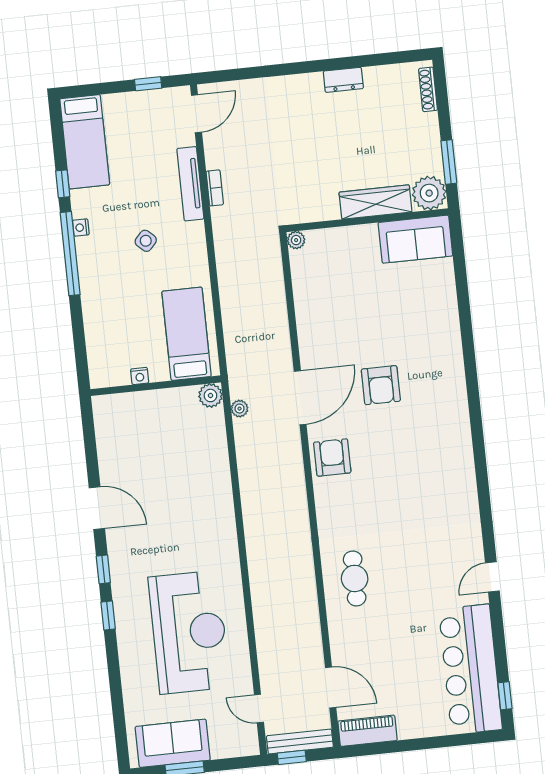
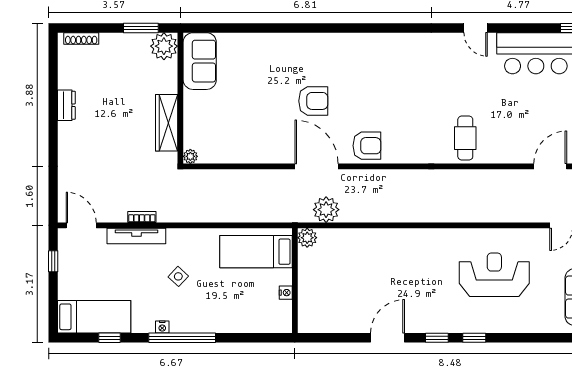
window: (63, 184) -> (109, 338), moved
wardrobe: (376, 202) -> (167, 123), moved
plant: (240, 409) -> (326, 210), width x1.87, depth x1.87
armchair: (332, 457) -> (367, 146), turned 180
cafe table: (355, 578) -> (465, 138), turned 90
reception desk: (189, 632) -> (494, 275), width x0.74, depth x0.77

